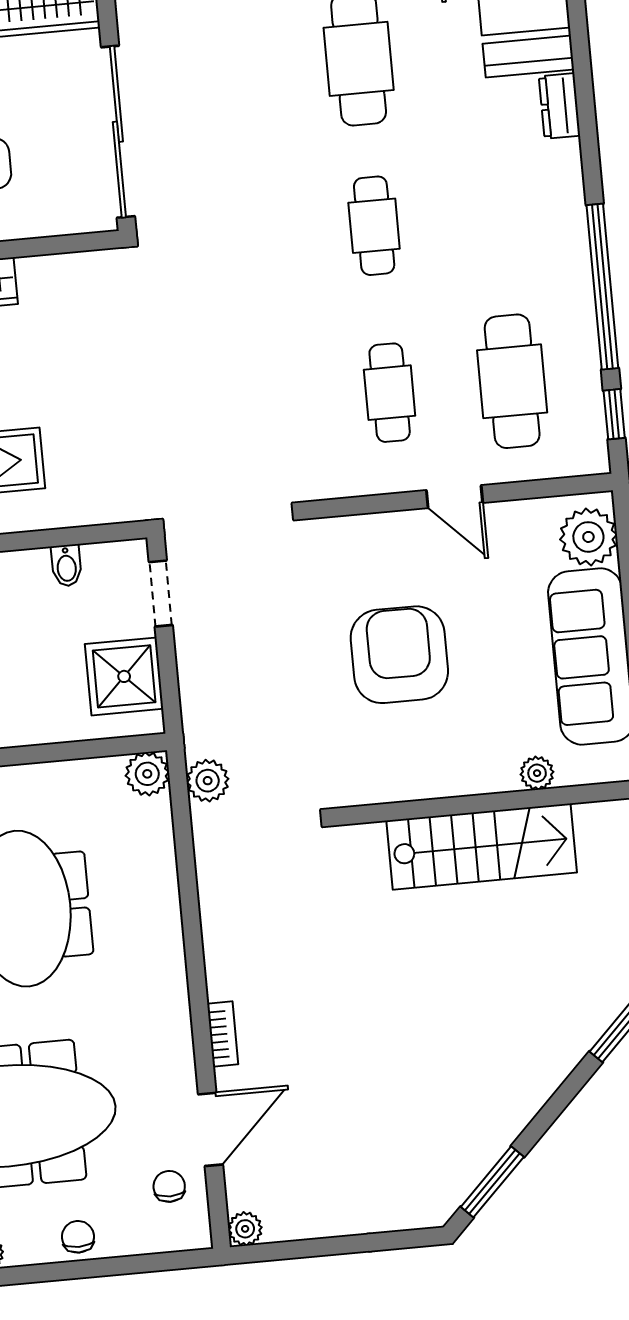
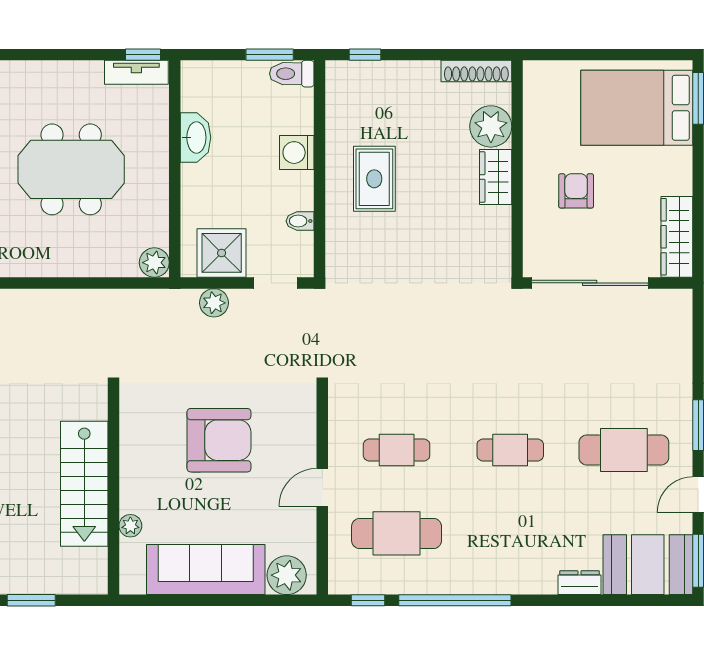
plant: (208, 781) -> (214, 303), moved

